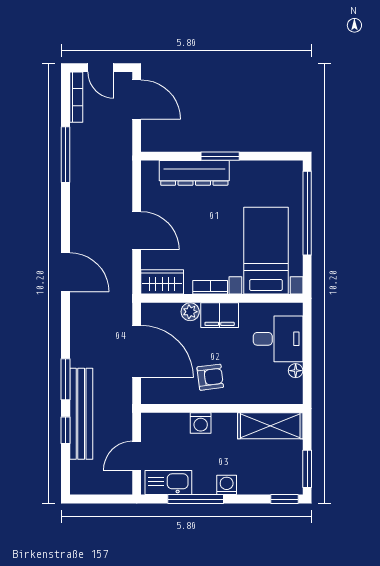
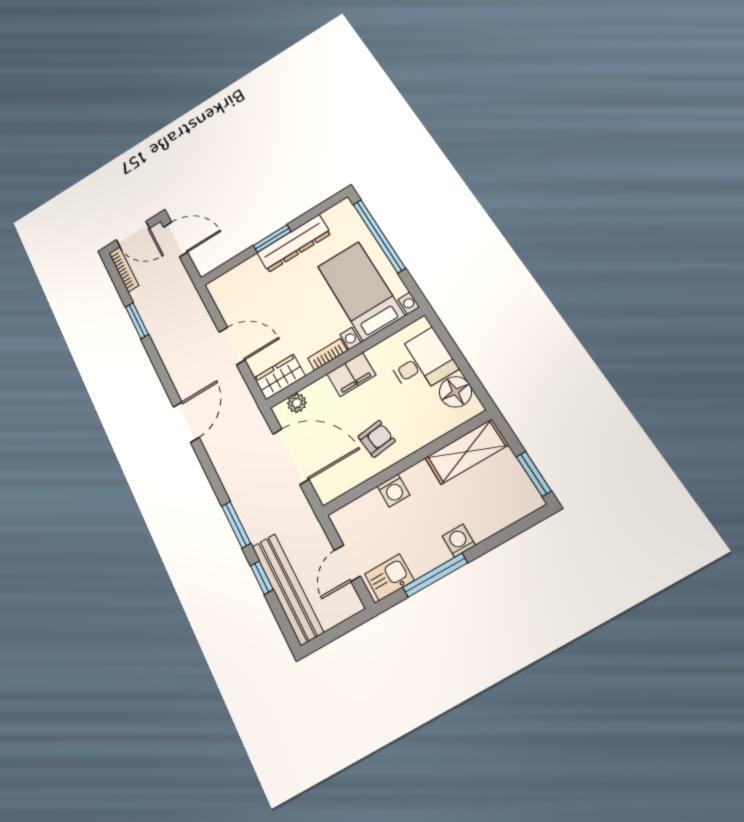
door: (101, 68) -> (133, 234), width x1.38
window: (66, 155) -> (137, 321), width x0.69
dresser: (194, 173) -> (294, 243), moved
door: (66, 272) -> (186, 422), hinge flipped
plant: (190, 312) -> (297, 403), moved
floor lamp: (296, 371) -> (455, 392), width x1.89, depth x1.89
bench: (81, 414) -> (287, 589), moved
kitchen sink: (168, 483) -> (389, 577), width x0.73
window: (284, 499) -> (530, 520), removed

